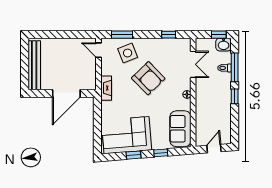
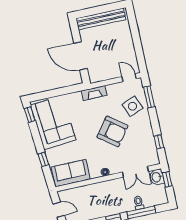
window: (219, 35) -> (167, 179), moved
washbasin: (224, 45) -> (157, 177), moved
door: (98, 50) -> (129, 78), hinge flipped
armchair: (148, 78) -> (113, 131), turned -99
window: (134, 155) -> (30, 115), moved

